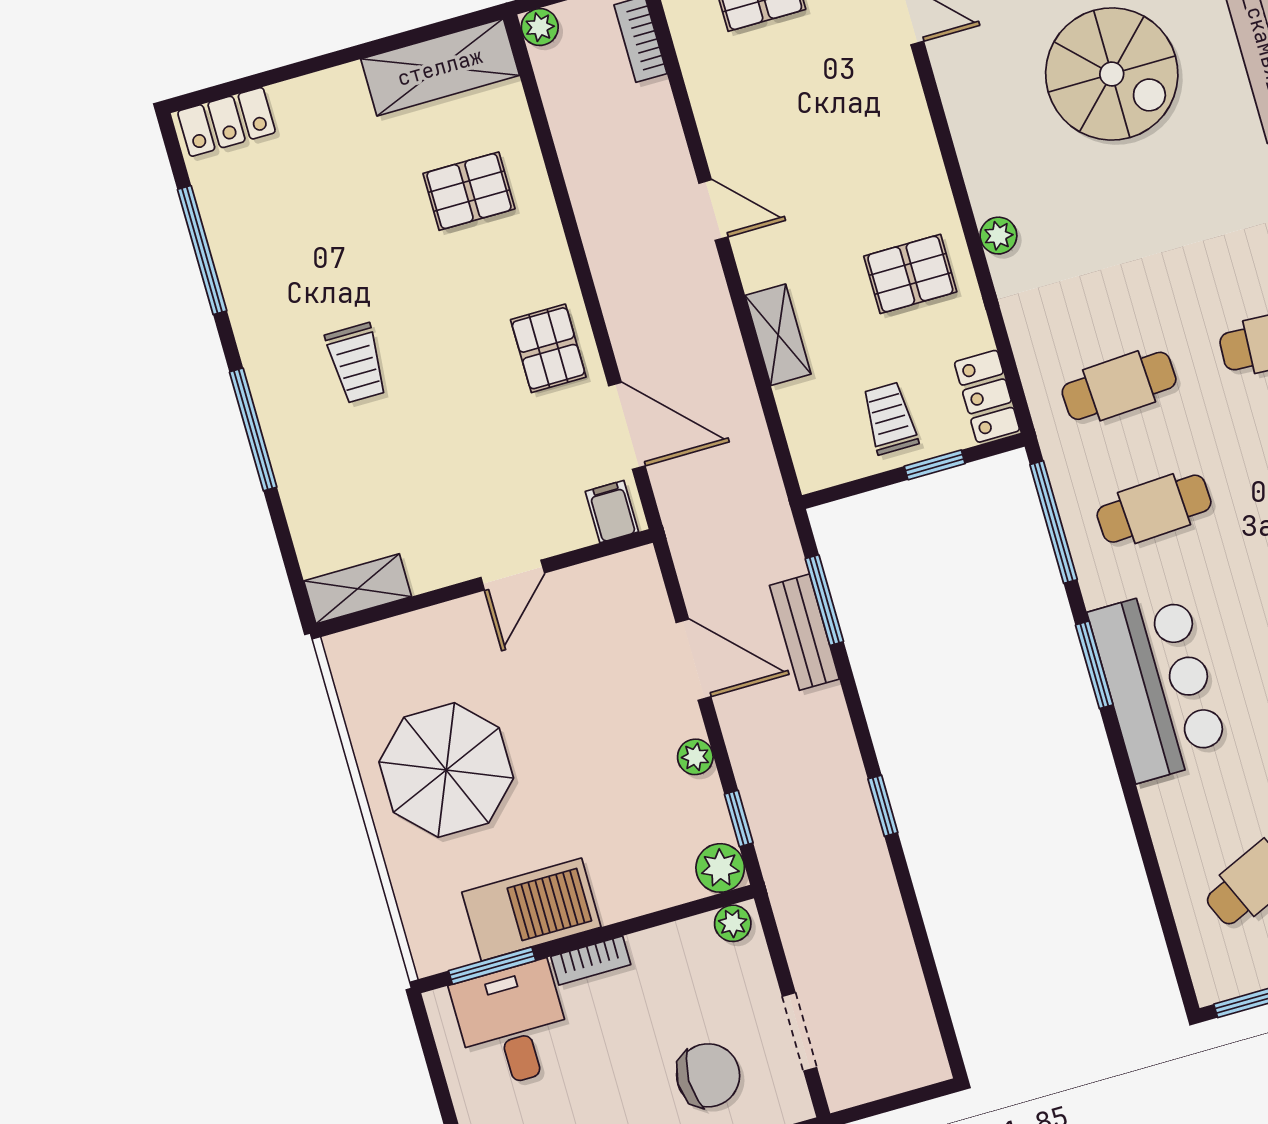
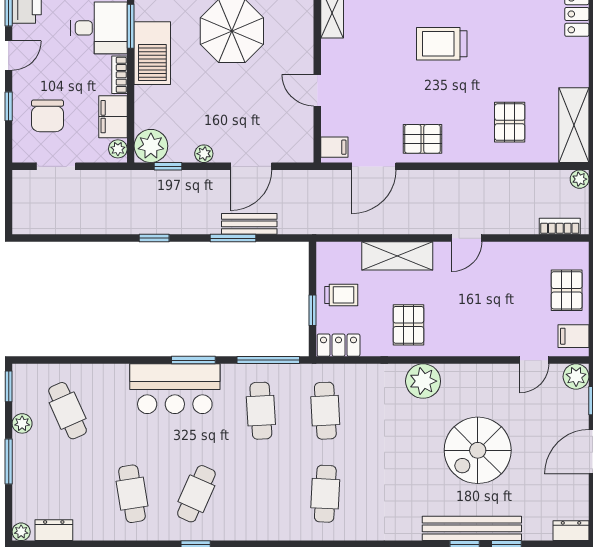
plant: (998, 236) -> (423, 381), width x1.88, depth x1.88
shelving: (778, 335) -> (397, 256), width x1.50, depth x1.33
trolley: (357, 363) -> (442, 44), width x1.36, depth x1.39
window: (824, 600) -> (233, 238), moved
plant: (720, 868) -> (151, 146), width x1.36, depth x1.36
filing cabinet: (674, 950) -> (113, 117), added

